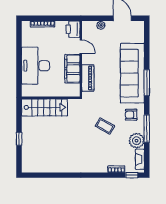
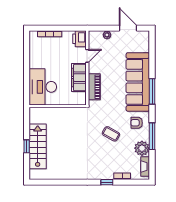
door: (81, 47) -> (87, 56), hinge flipped
desk: (36, 66) -> (43, 87), moved
stairs: (45, 107) -> (38, 146), moved, turned -90
window: (132, 175) -> (107, 182), moved

